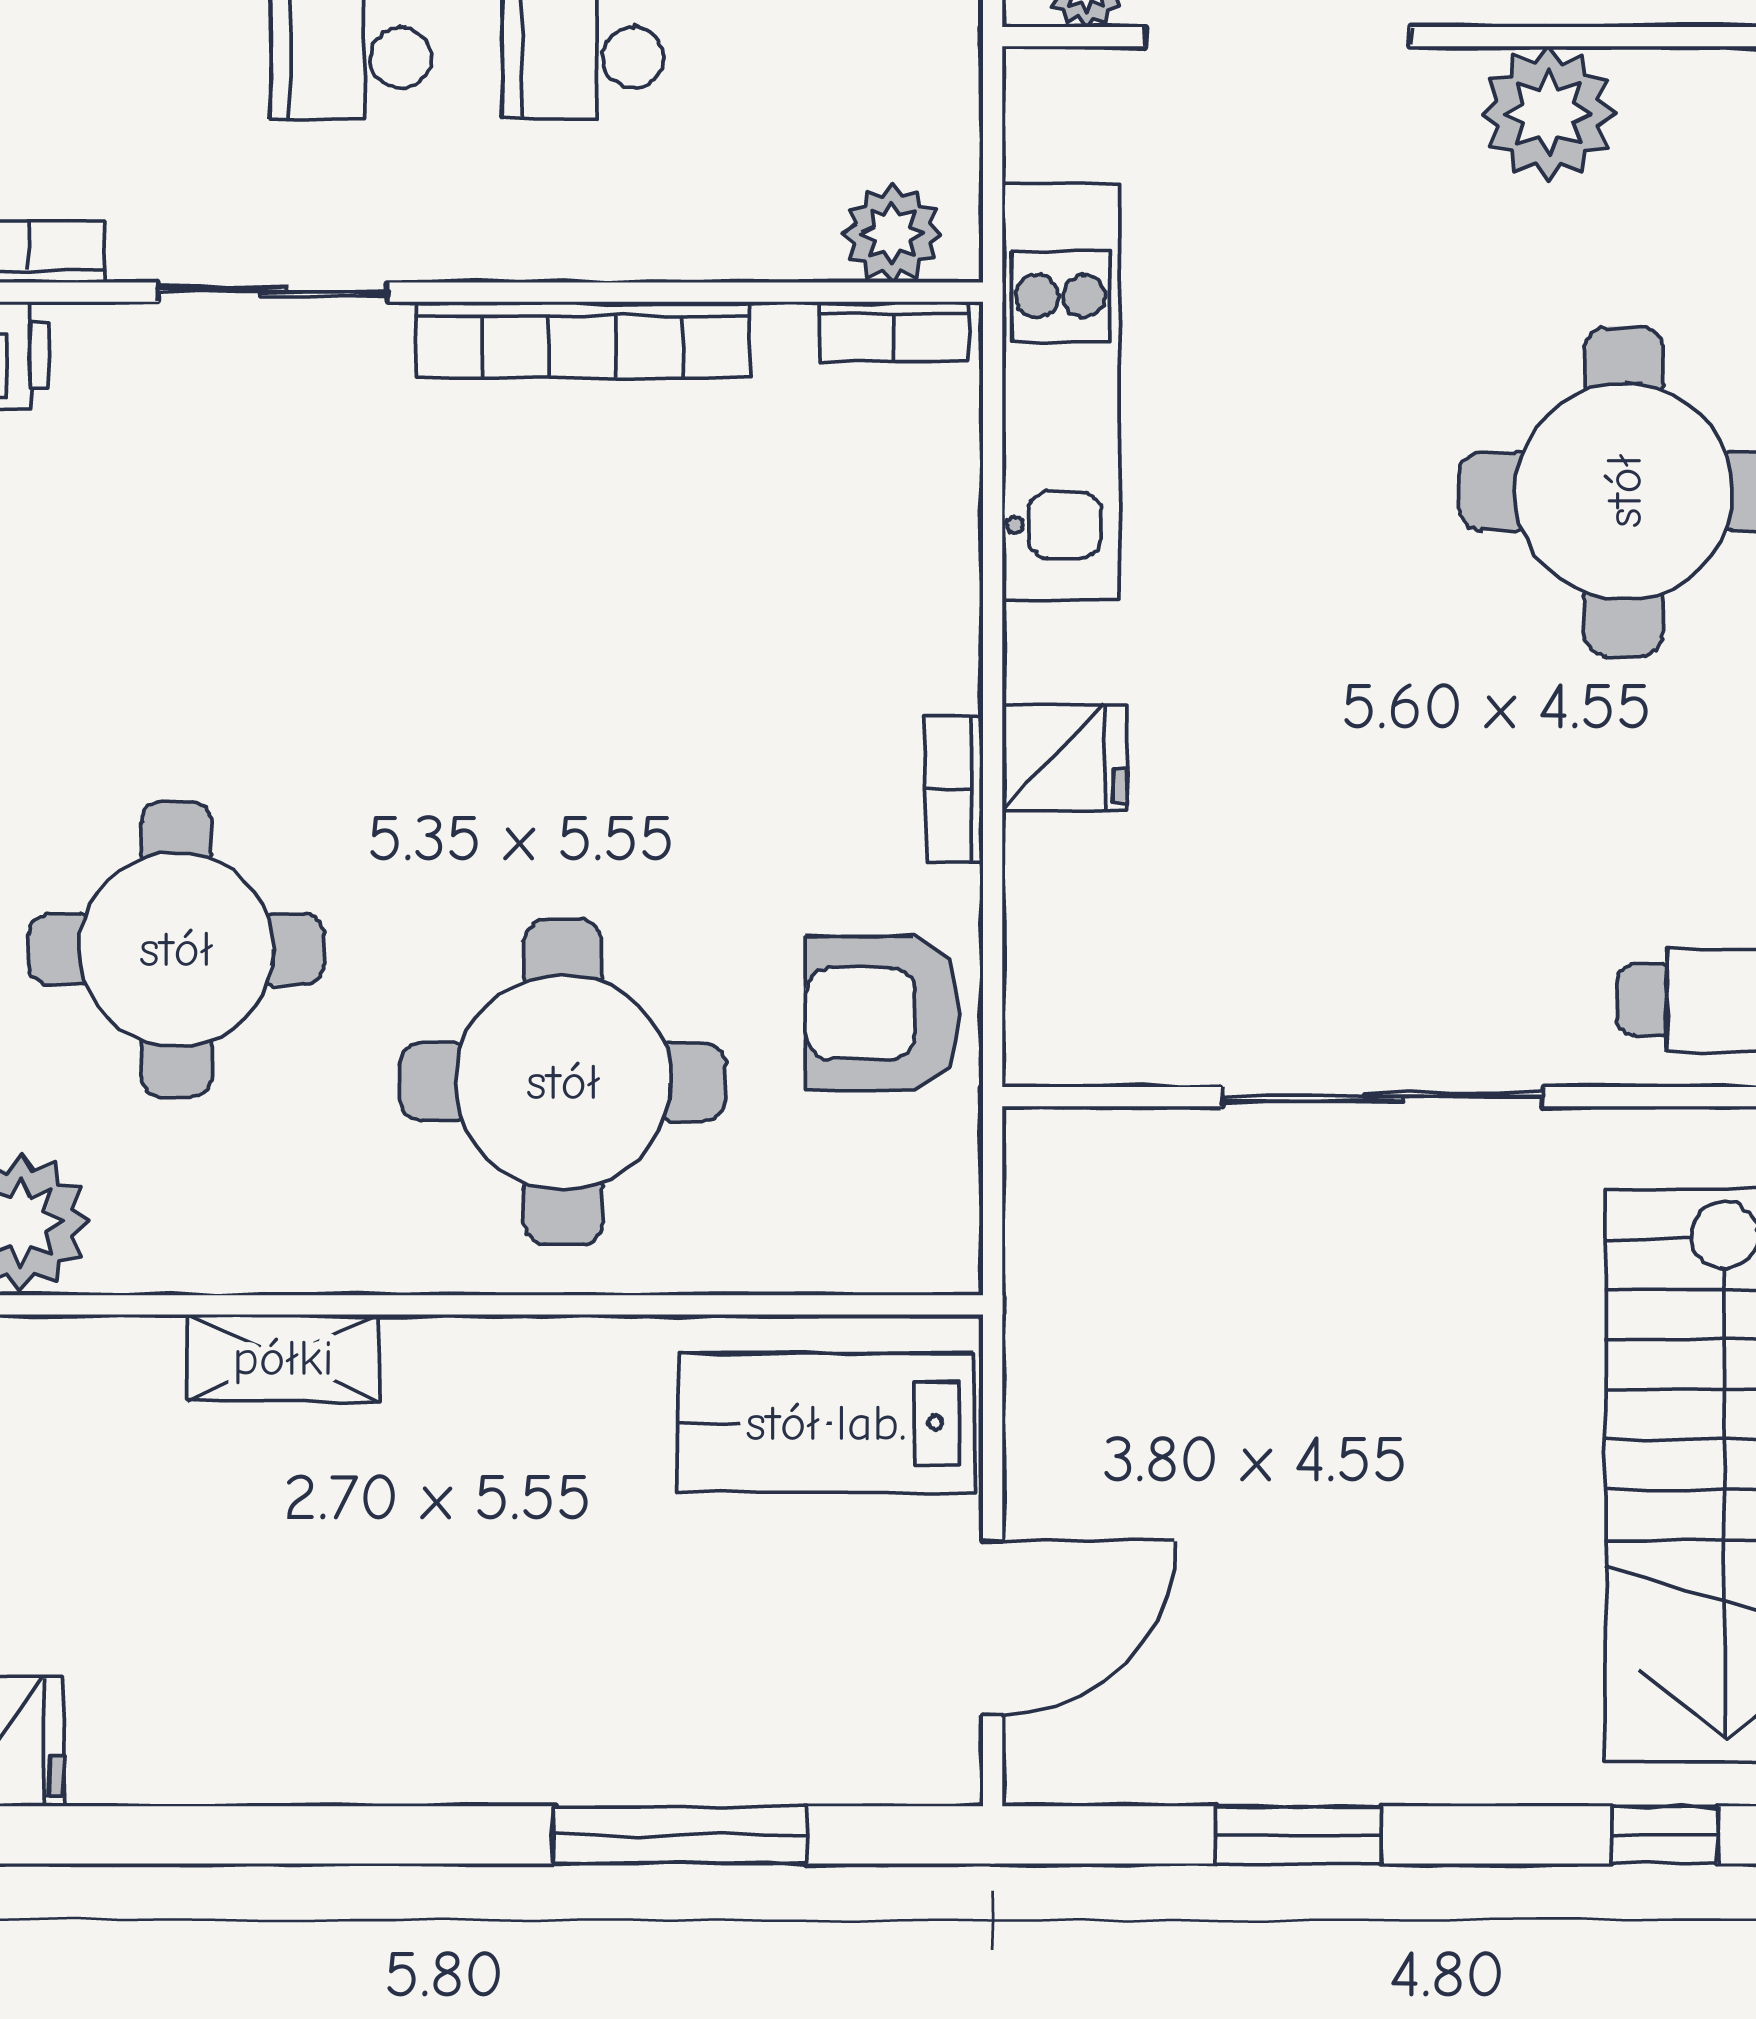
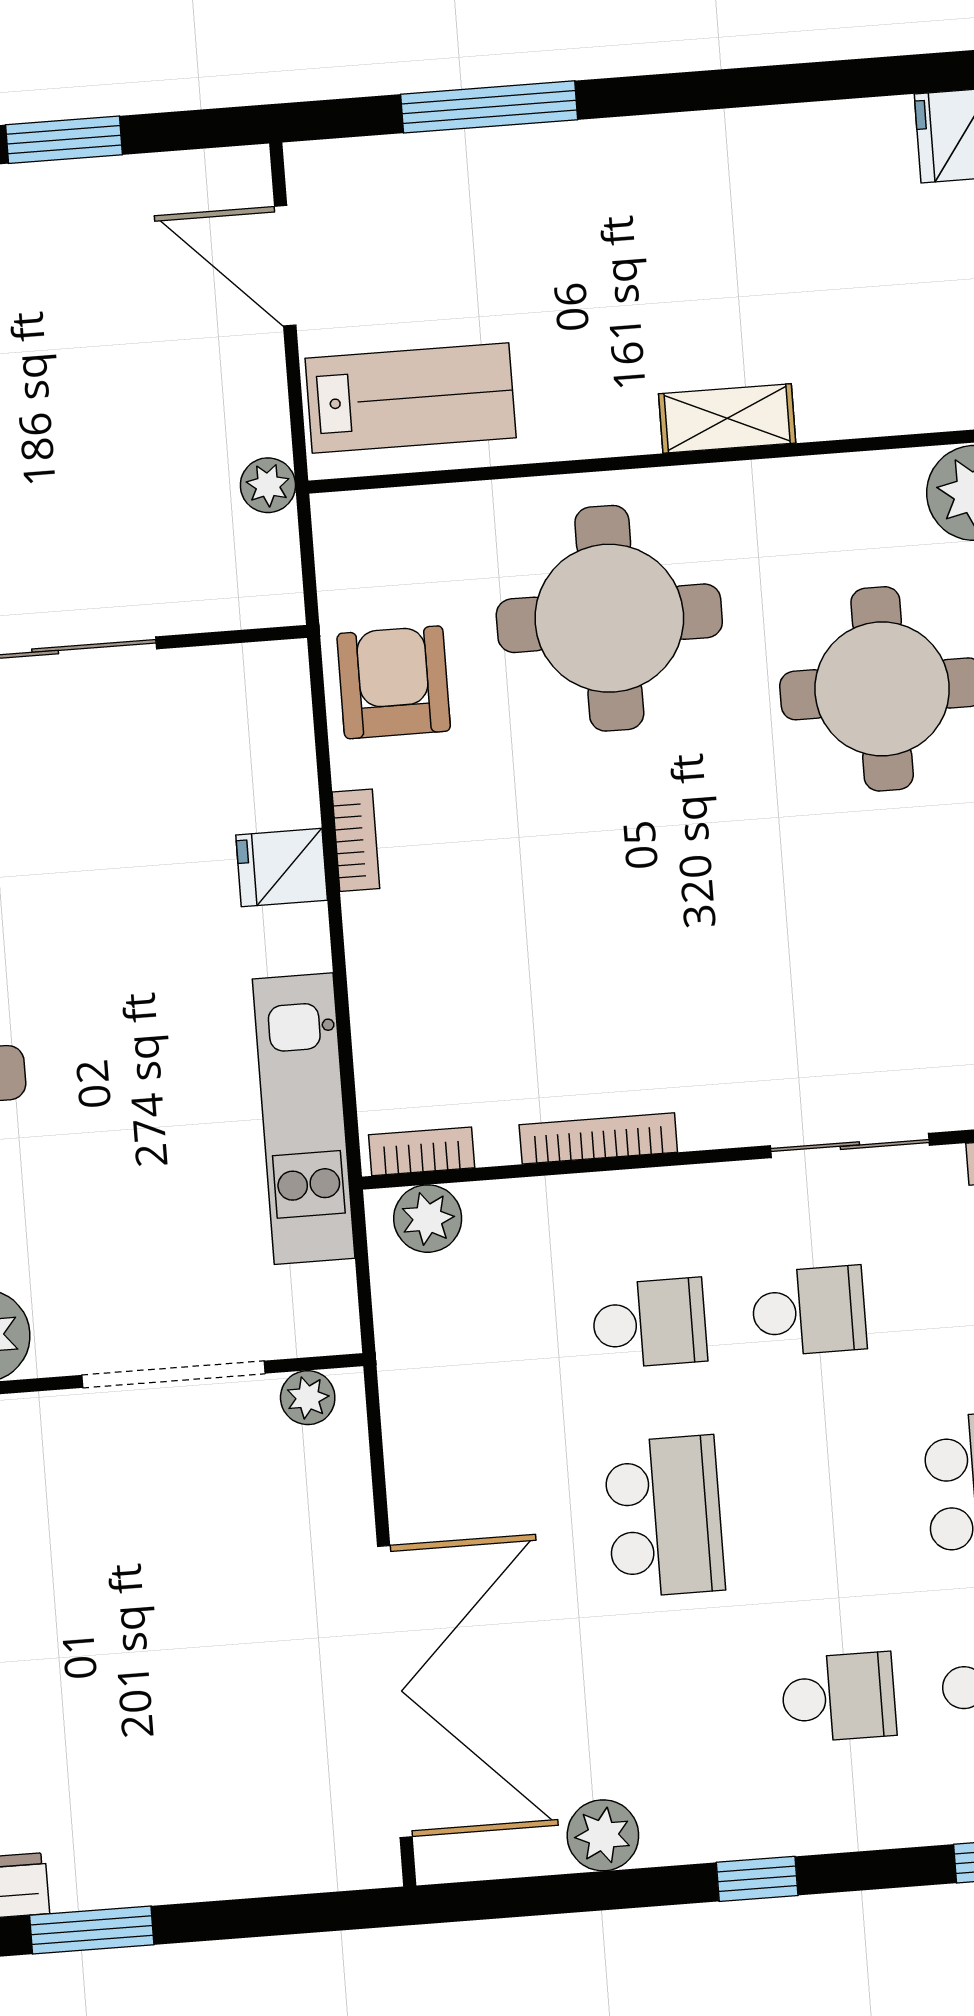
bookcase: (583, 340) -> (598, 1138), width x0.68, depth x0.76
armchair: (882, 1013) -> (394, 682), turned -90
plant: (1042, 1312) -> (268, 485), added
shelving: (283, 1358) -> (727, 418), moved
door: (993, 1628) -> (285, 266), hinge flipped

